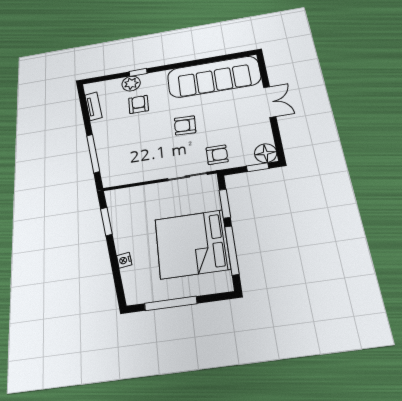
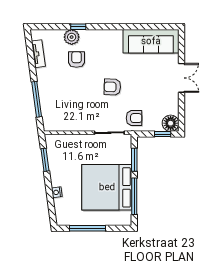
sofa: (214, 77) -> (151, 41), width x0.74, depth x0.79

